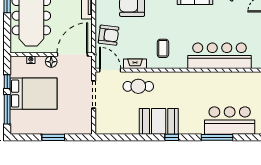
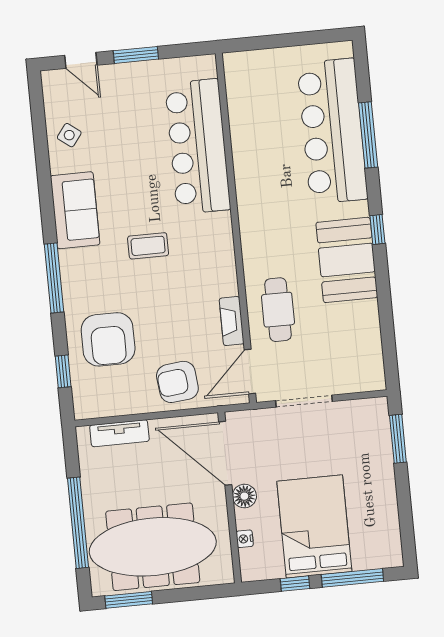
armchair: (109, 35) -> (177, 382), turned -103
coffee table: (163, 48) -> (148, 246), moved
bar counter: (230, 121) -> (332, 131), width x1.36
window: (53, 137) -> (398, 439), moved

